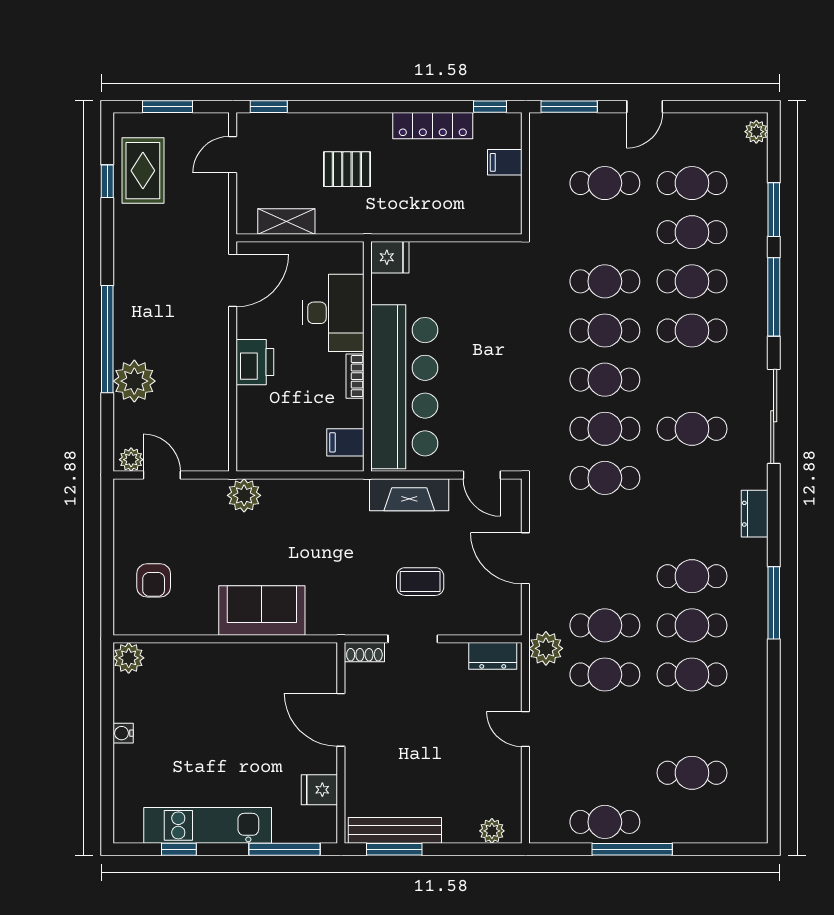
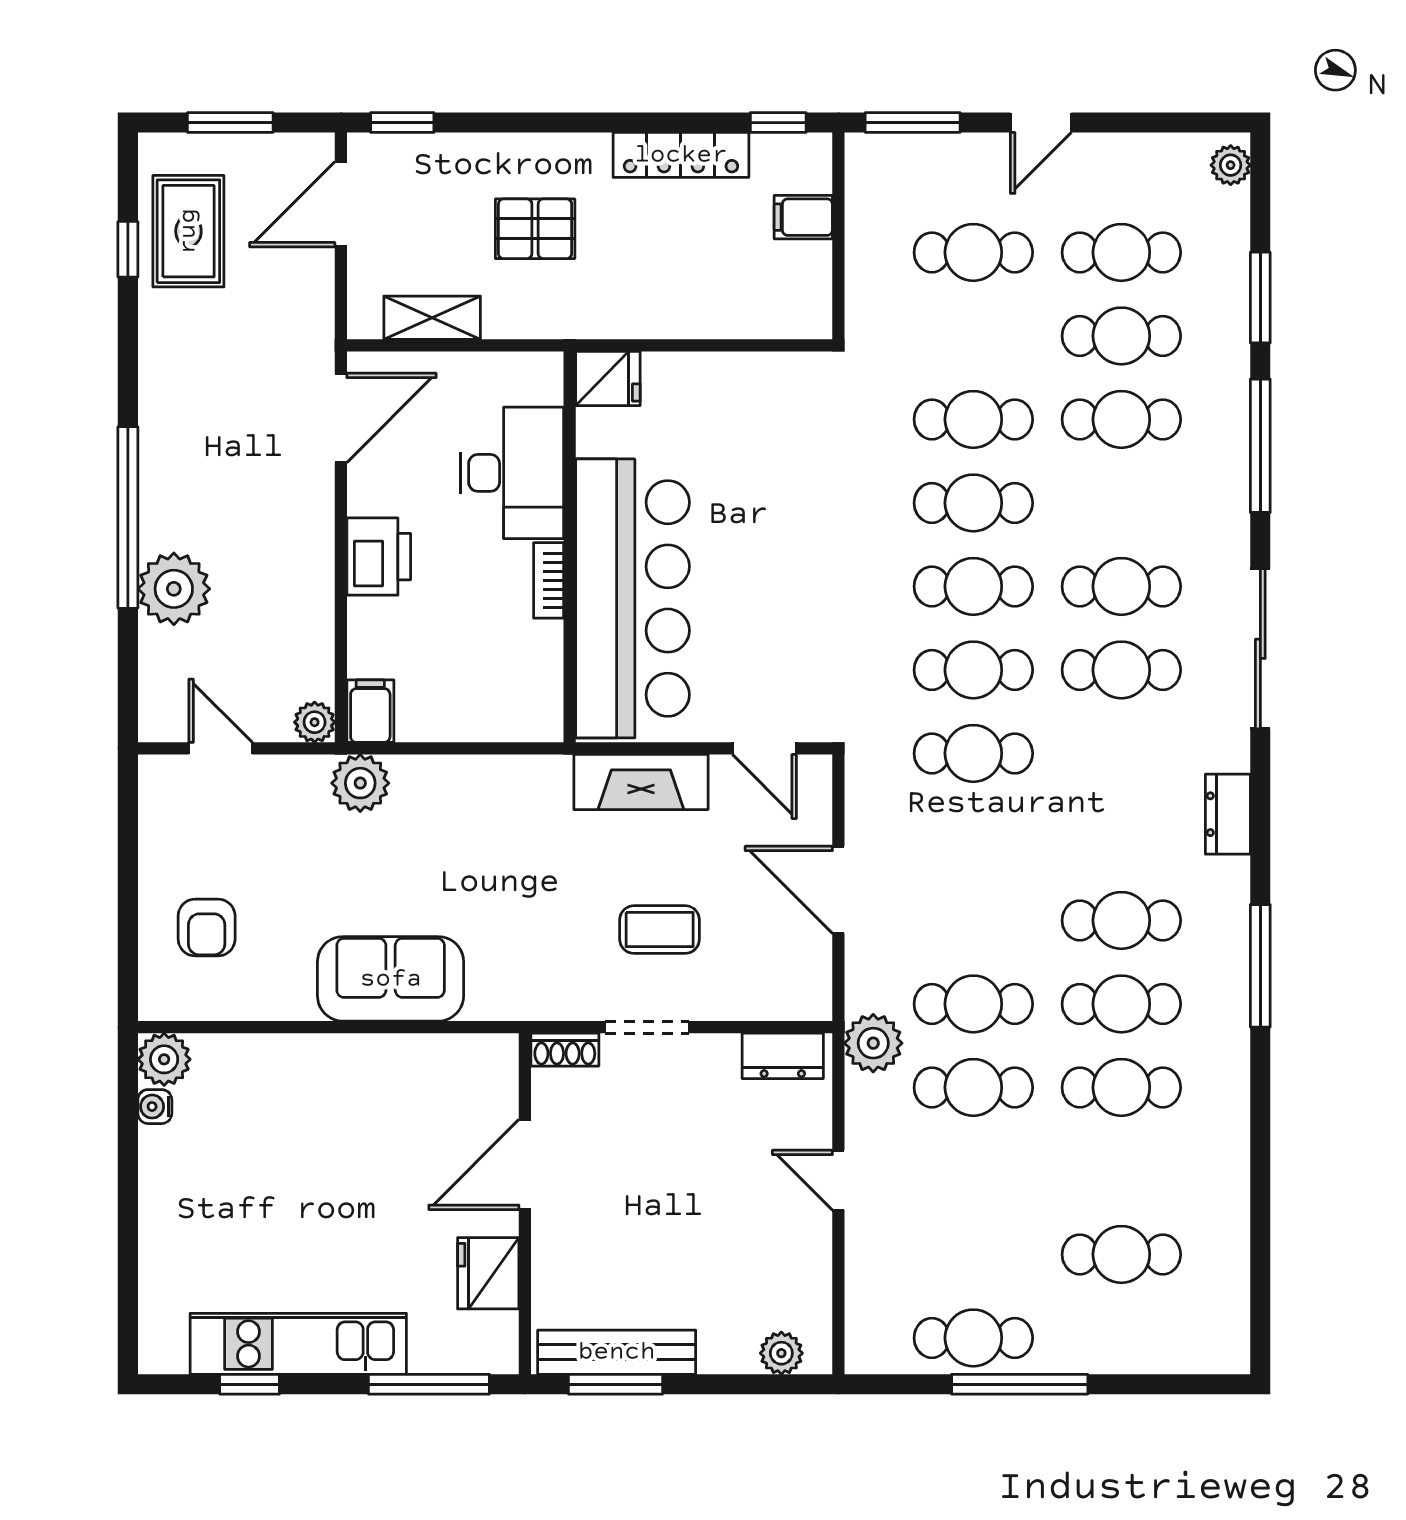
door: (233, 155) -> (341, 204), width x1.38
cafe table: (692, 330) -> (1121, 586), moved
filing cabinet: (345, 442) -> (370, 711), moved, turned 90
plant: (131, 460) -> (315, 722), moved
door: (341, 720) -> (525, 1164), hinge flipped
water cooler: (123, 733) -> (155, 1107), moved
fridge: (319, 790) -> (488, 1273), width x1.38

